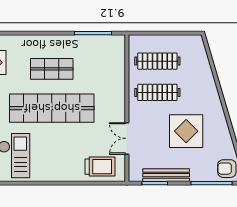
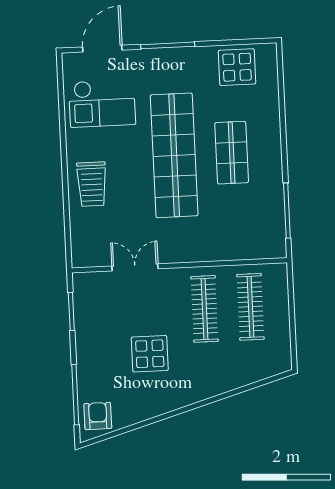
display table: (186, 131) -> (150, 354), width x0.73, depth x0.73
trolley: (100, 167) -> (92, 184), moved
bench: (166, 175) -> (84, 327), removed

